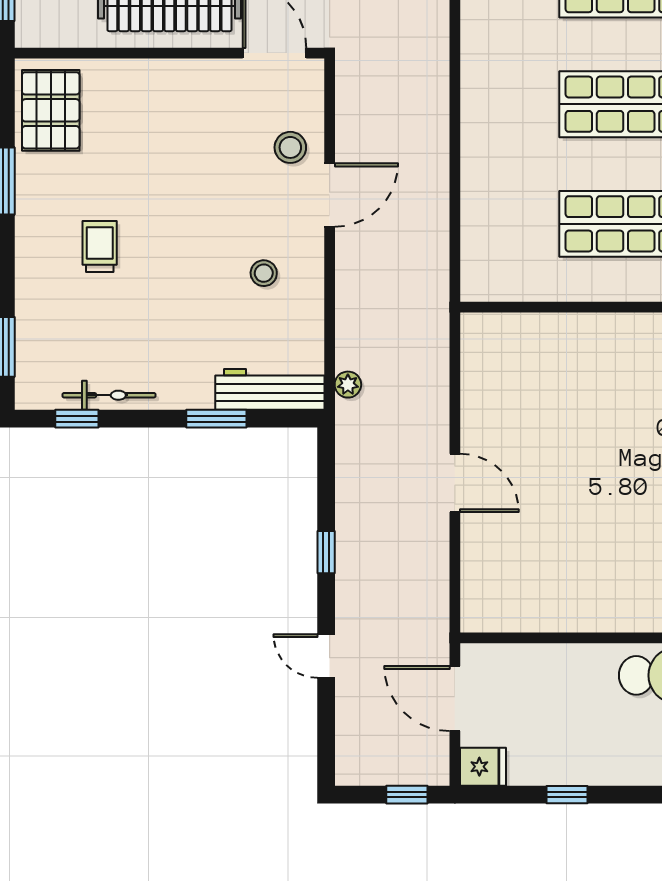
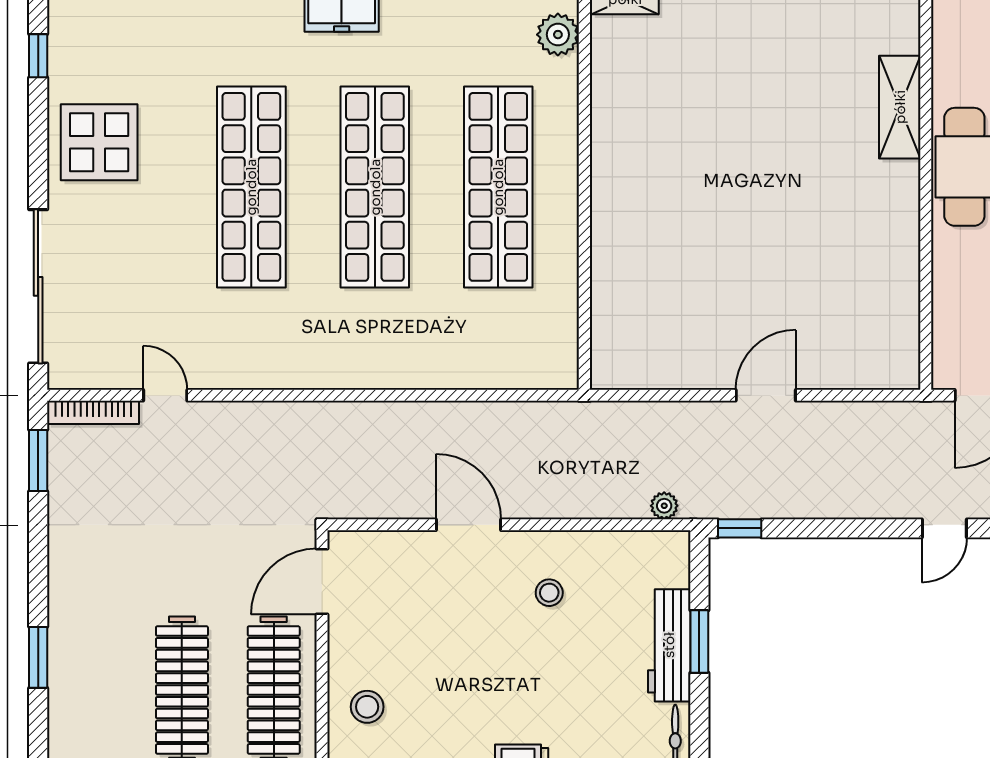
stool: (290, 147) -> (367, 707), moved
workbench: (270, 389) -> (669, 645), moved
window: (326, 552) -> (740, 528), moved

